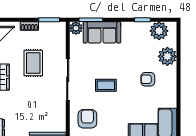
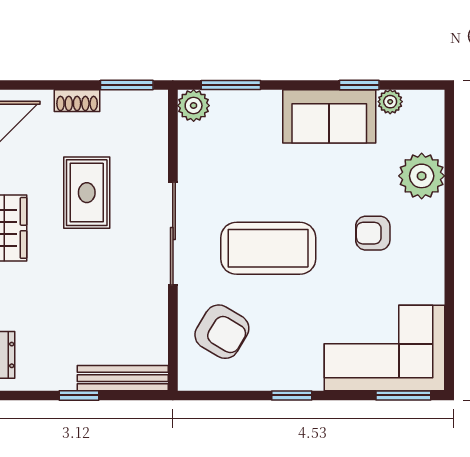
plant: (159, 31) -> (390, 102), width x0.53, depth x0.53
sofa: (102, 32) -> (329, 116), moved
coffee table: (106, 85) -> (268, 248), width x1.86, depth x1.72
armchair: (87, 119) -> (222, 332), turned 121

